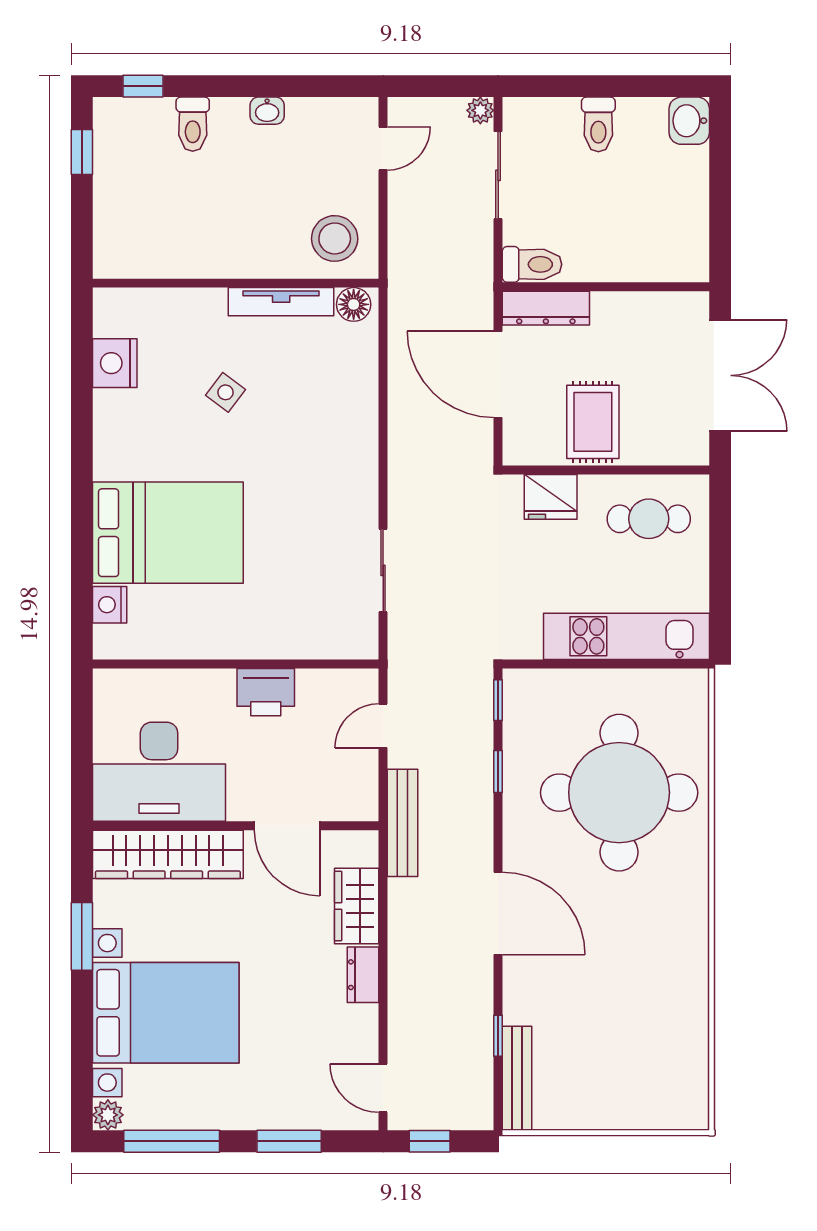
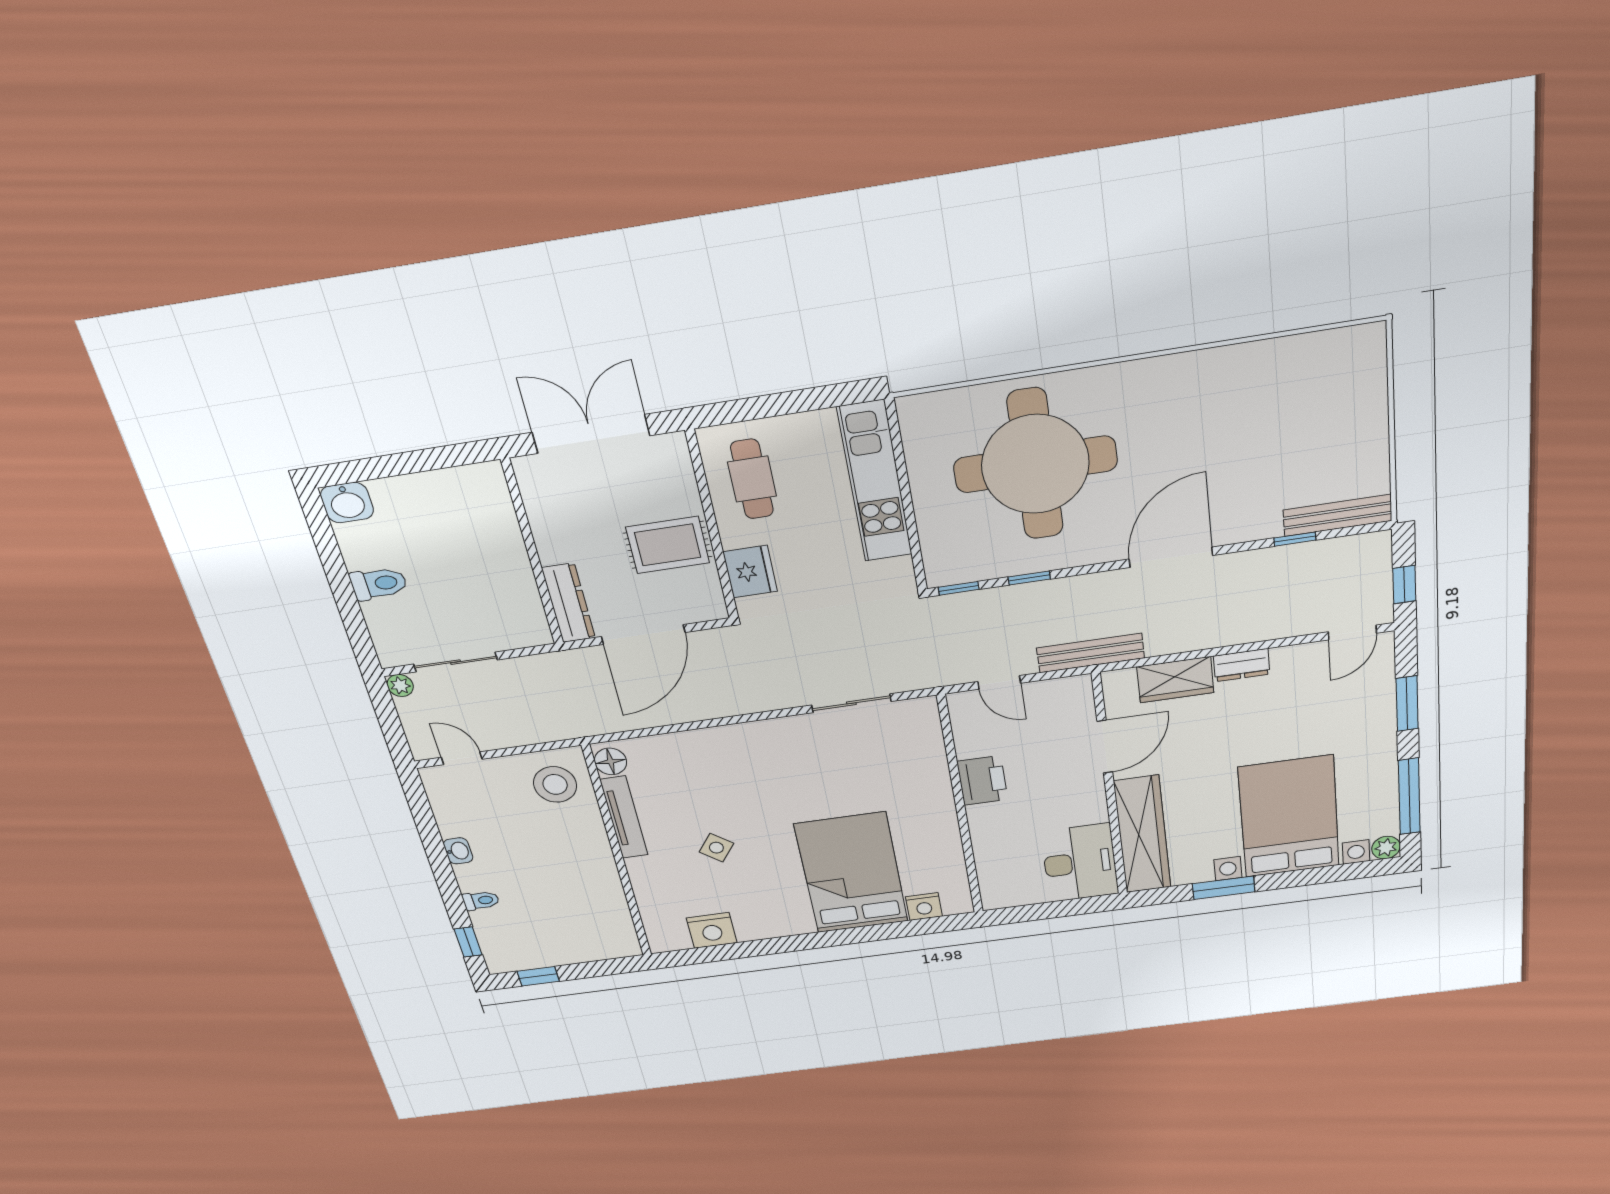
toilet: (193, 124) -> (481, 901), width x0.73, depth x0.72
toilet: (532, 264) -> (530, 621), removed
desk: (159, 772) -> (1080, 863), width x0.73, depth x0.77

